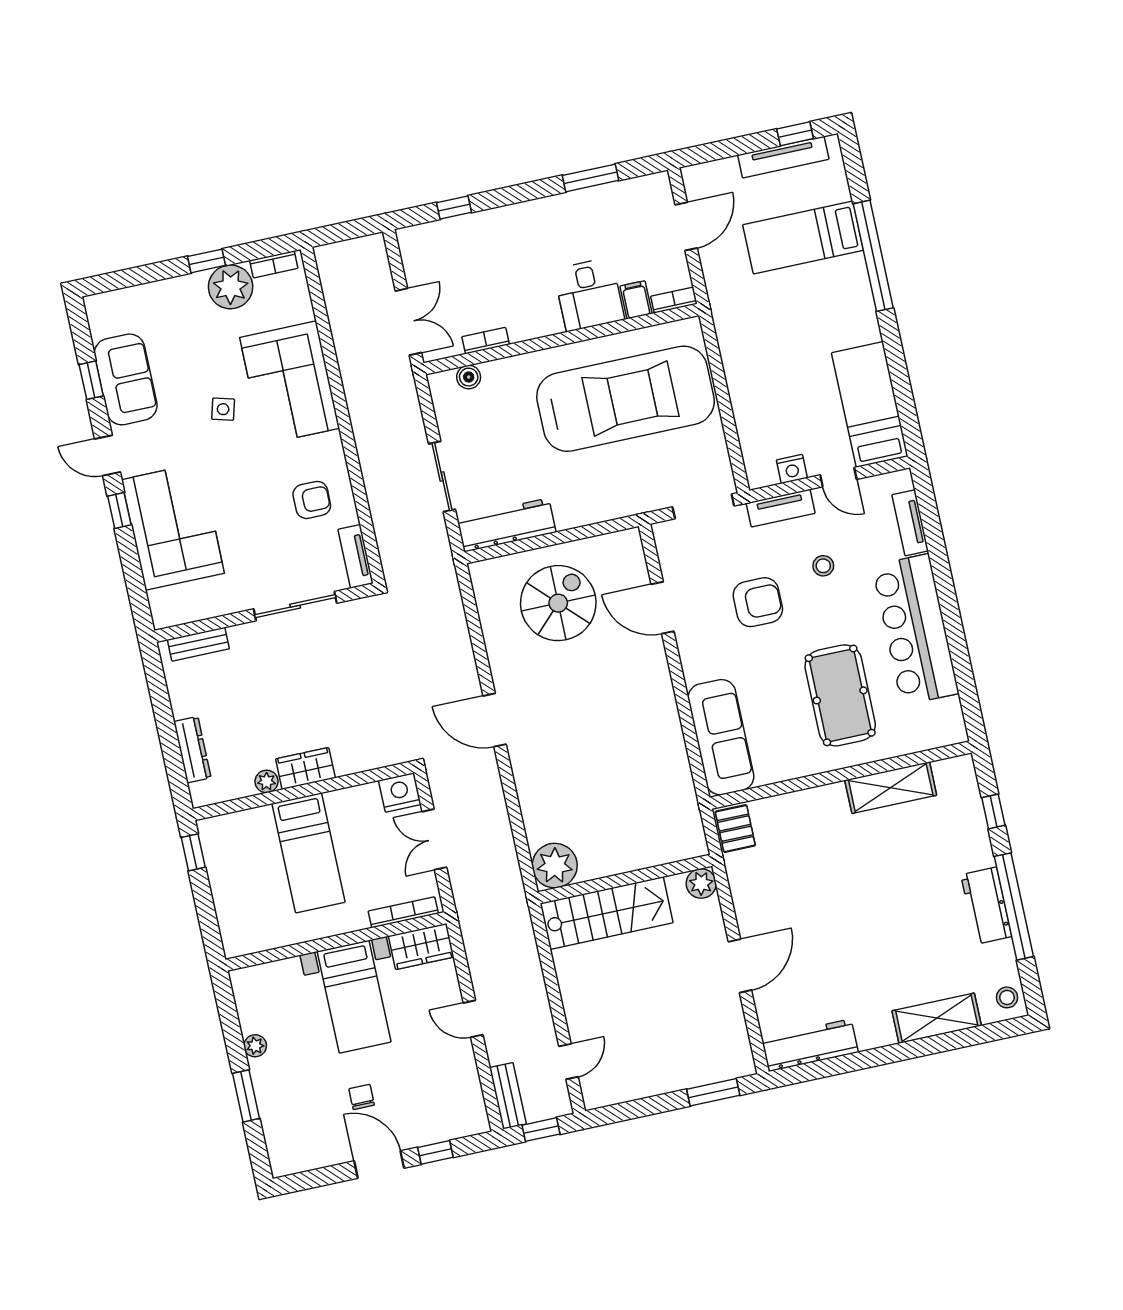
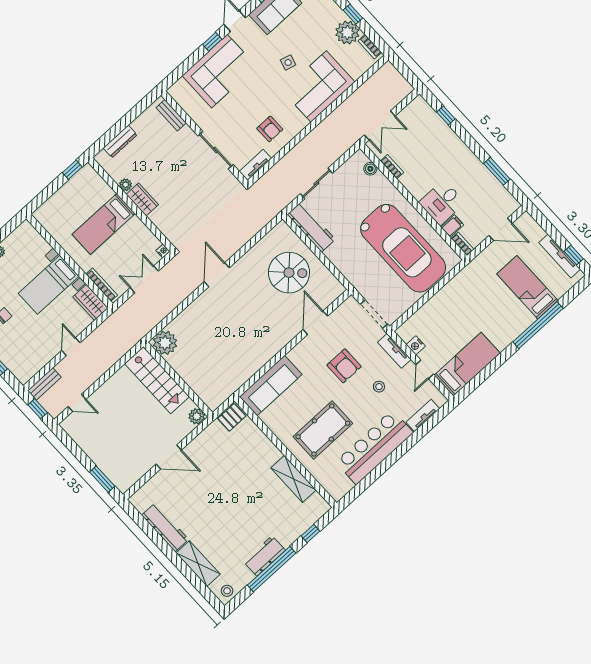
nightstand: (400, 792) -> (163, 251), width x0.53, depth x0.56
workbench: (810, 1045) -> (165, 527), moved

